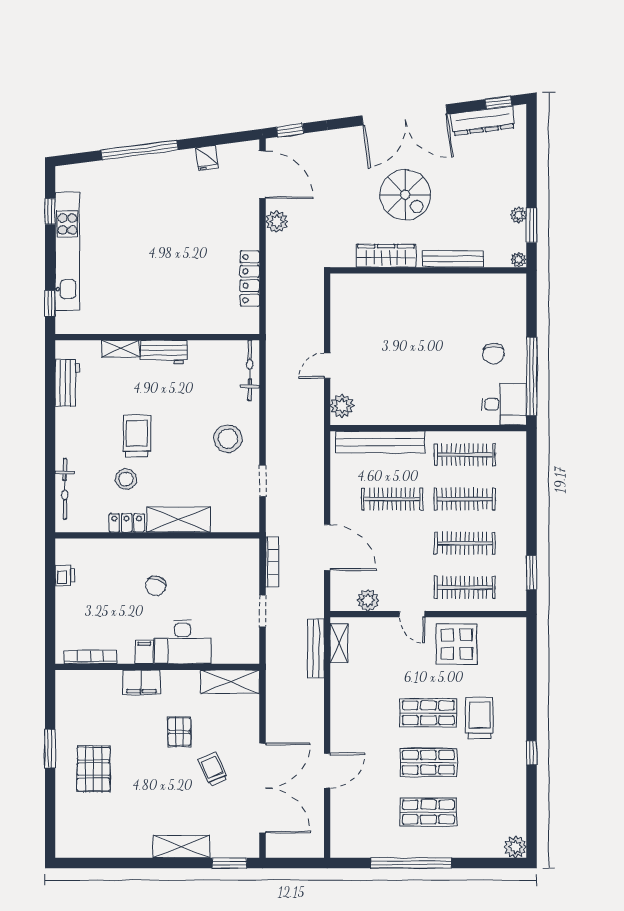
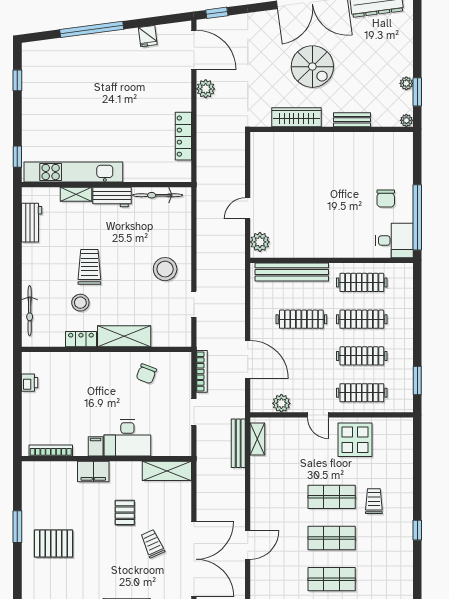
kitchen unit: (67, 251) -> (73, 172), moved, turned -90
bench: (453, 259) -> (352, 120), width x0.73
bicycle: (250, 370) -> (158, 195), moved, turned -90
chair: (156, 586) -> (146, 374), moved
trolley: (479, 718) -> (374, 501), width x0.73, depth x0.72
pallet: (94, 769) -> (53, 544), turned 90

